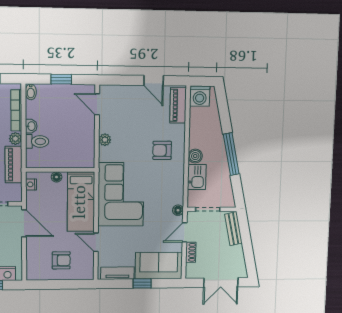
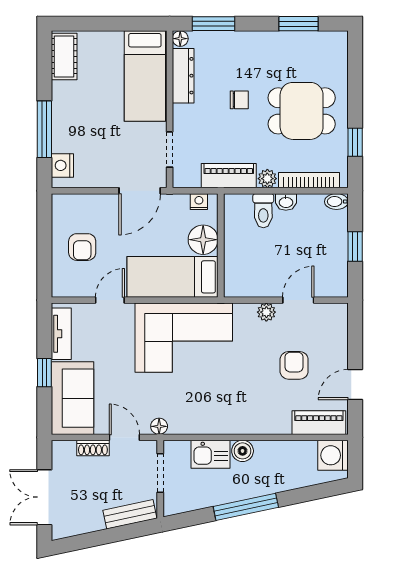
door: (97, 104) -> (298, 300), moved
armchair: (162, 150) -> (294, 365), moved
floor lamp: (57, 177) -> (203, 240), width x1.89, depth x1.89

